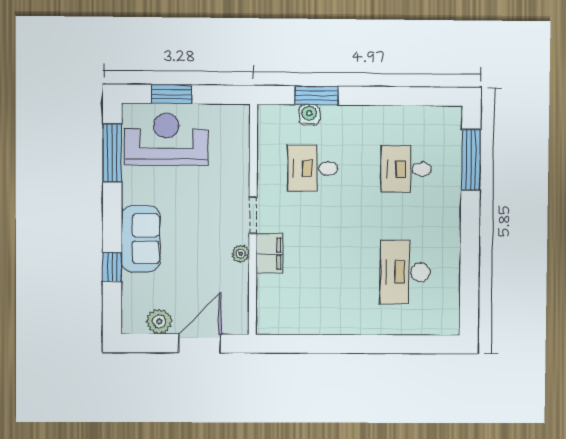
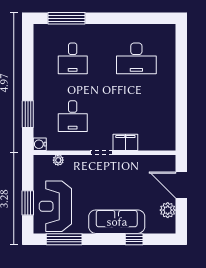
water cooler: (309, 115) -> (40, 144), moved
sofa: (141, 239) -> (117, 222), width x1.36
plant: (241, 254) -> (58, 160), moved

